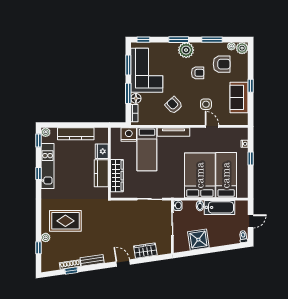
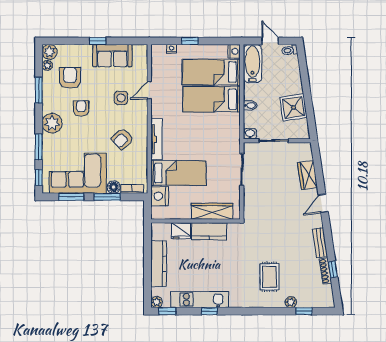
window: (179, 40) -> (39, 147), moved
bed: (200, 175) -> (212, 99), width x0.67
nightstand: (242, 193) -> (234, 51), added
bathtub: (219, 207) -> (253, 64), moved
rug: (65, 221) -> (270, 277), width x0.73, depth x0.70

